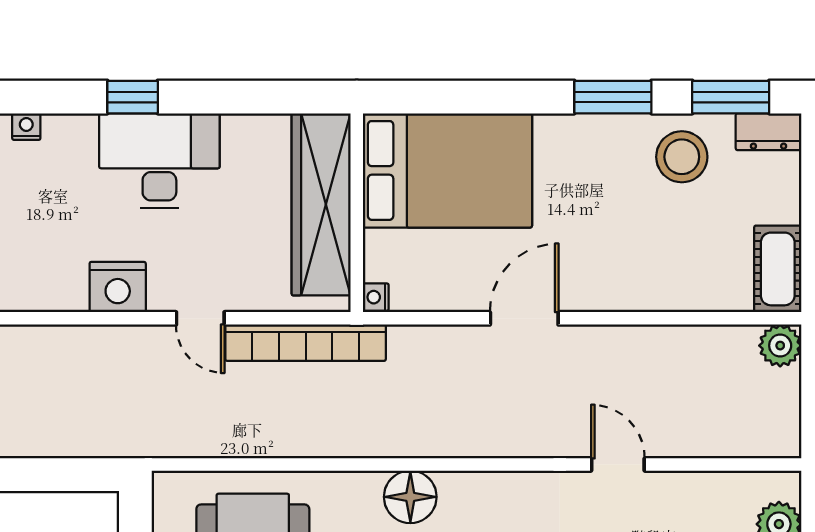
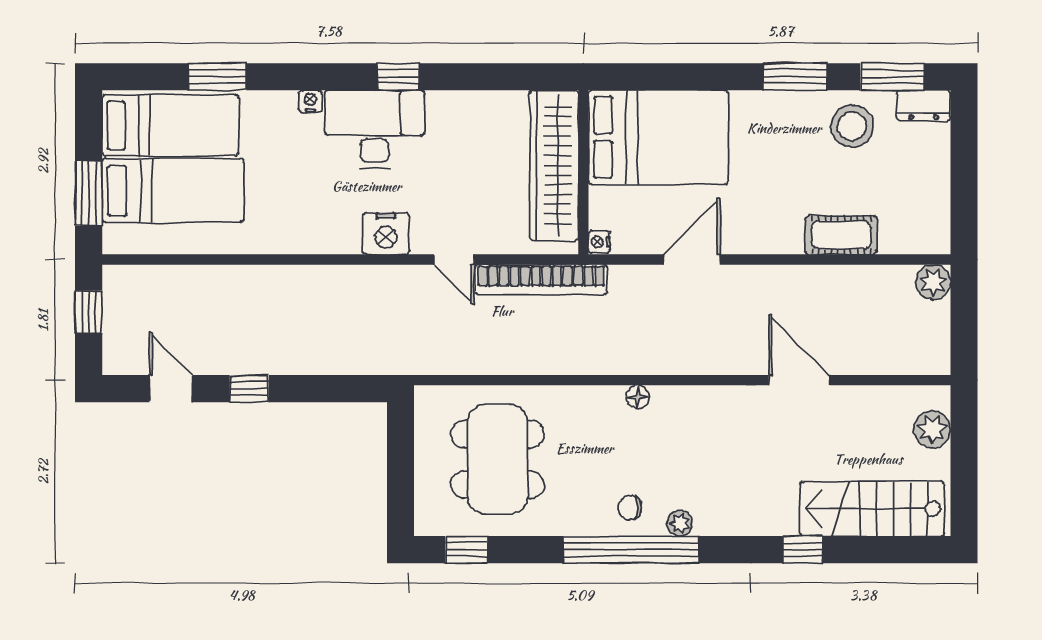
desk: (159, 161) -> (375, 129), moved
cot: (778, 269) -> (841, 235), moved, turned 90
door: (524, 318) -> (692, 259), moved
door: (618, 464) -> (799, 380), width x1.38
floor lamp: (410, 497) -> (638, 397), width x0.53, depth x0.53

